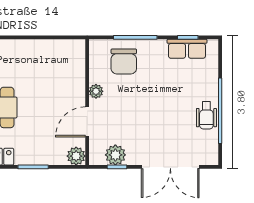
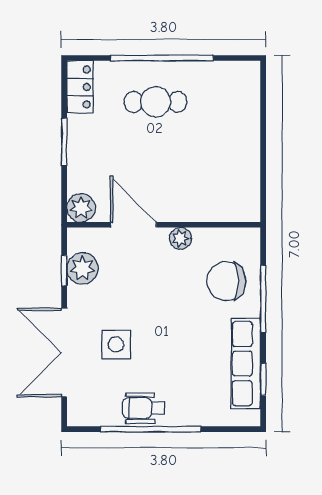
row of seats: (187, 49) -> (246, 364), width x1.48
side table: (165, 133) -> (116, 344), added

